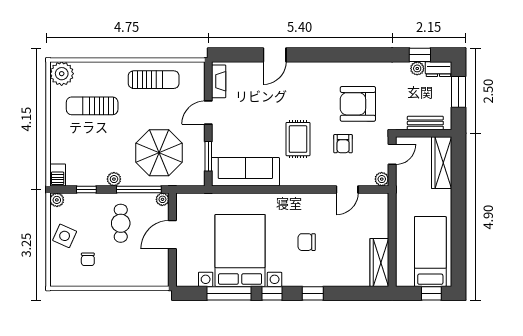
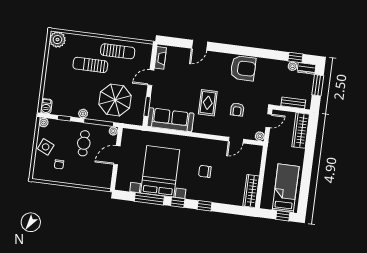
armchair: (358, 104) -> (243, 68), moved, turned 180
sun lounger: (92, 106) -> (90, 65), moved

